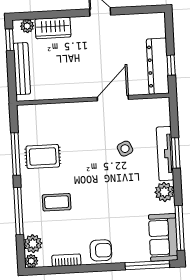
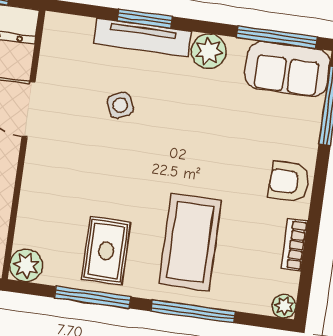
coffee table: (57, 202) -> (190, 242), width x1.86, depth x1.72
plant: (33, 244) -> (26, 265), moved
armchair: (101, 250) -> (289, 182), turned -90

